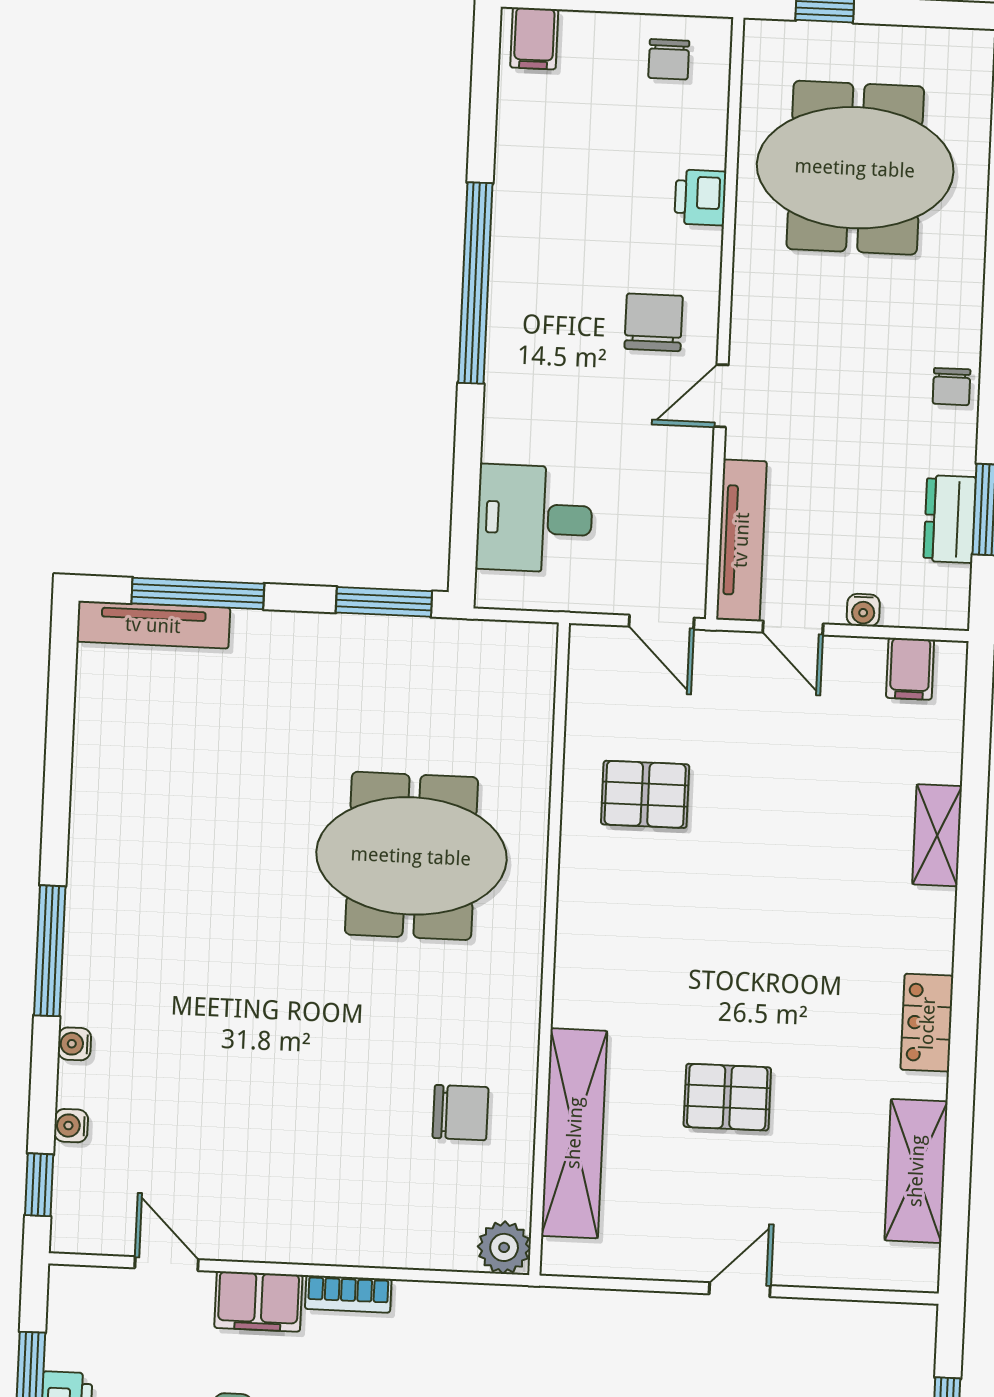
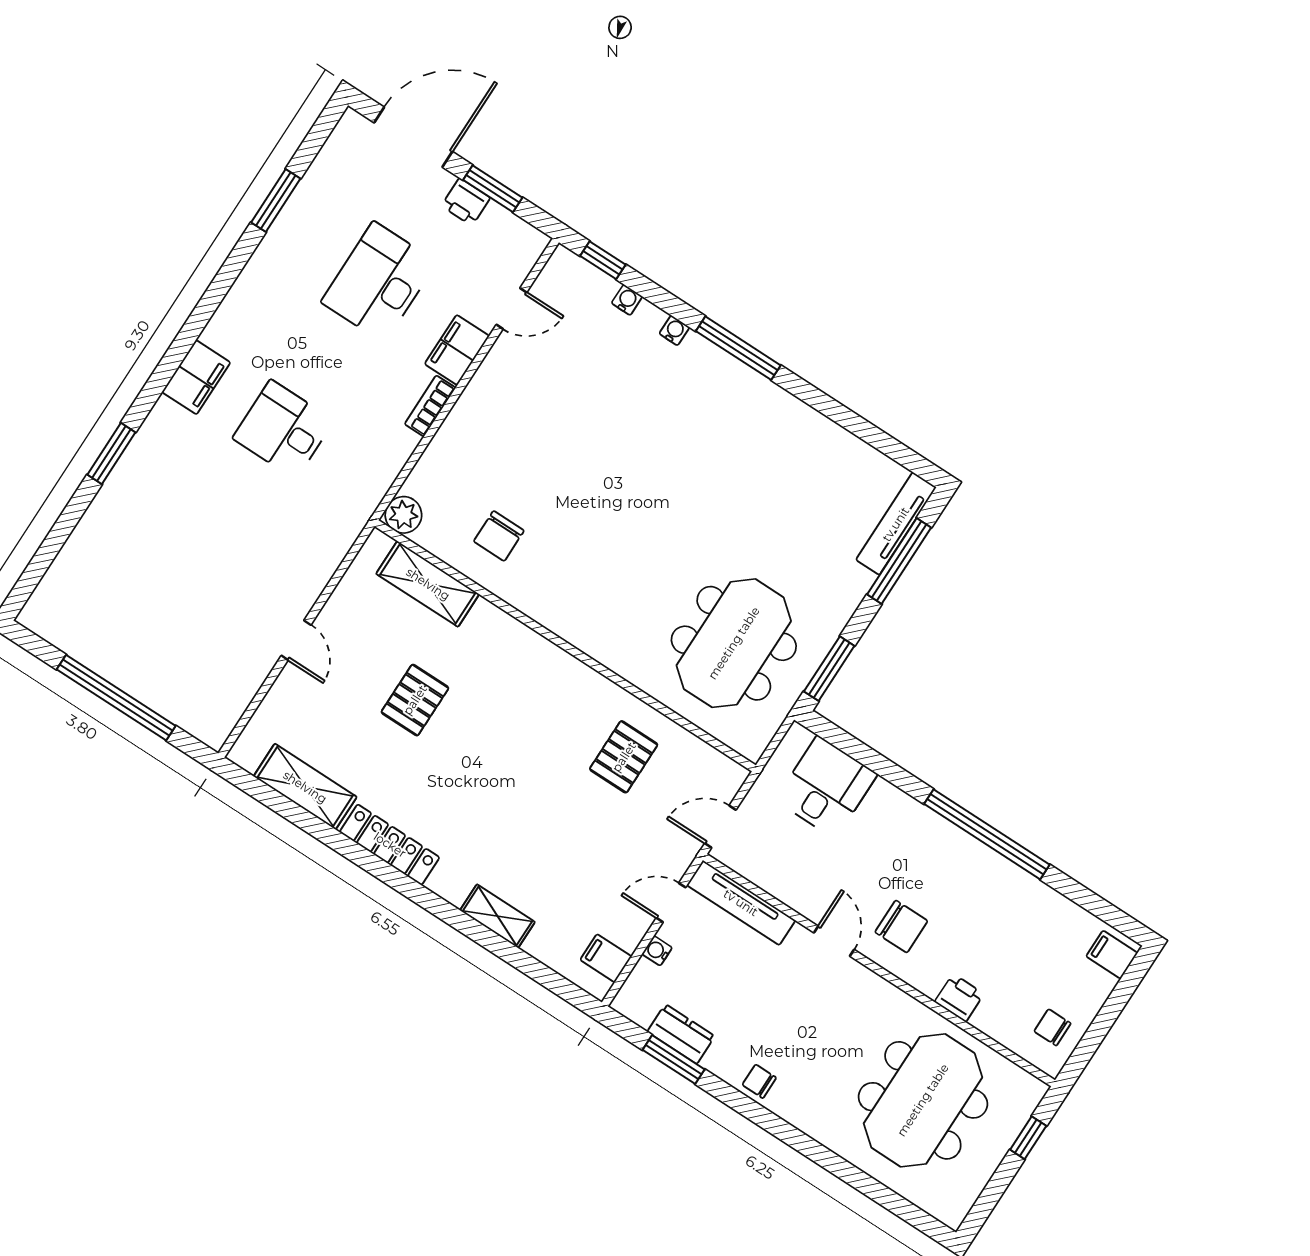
meeting table: (411, 856) -> (734, 643), moved
locker: (927, 1023) -> (390, 845), width x1.53
shelving: (574, 1133) -> (428, 584), width x0.68

